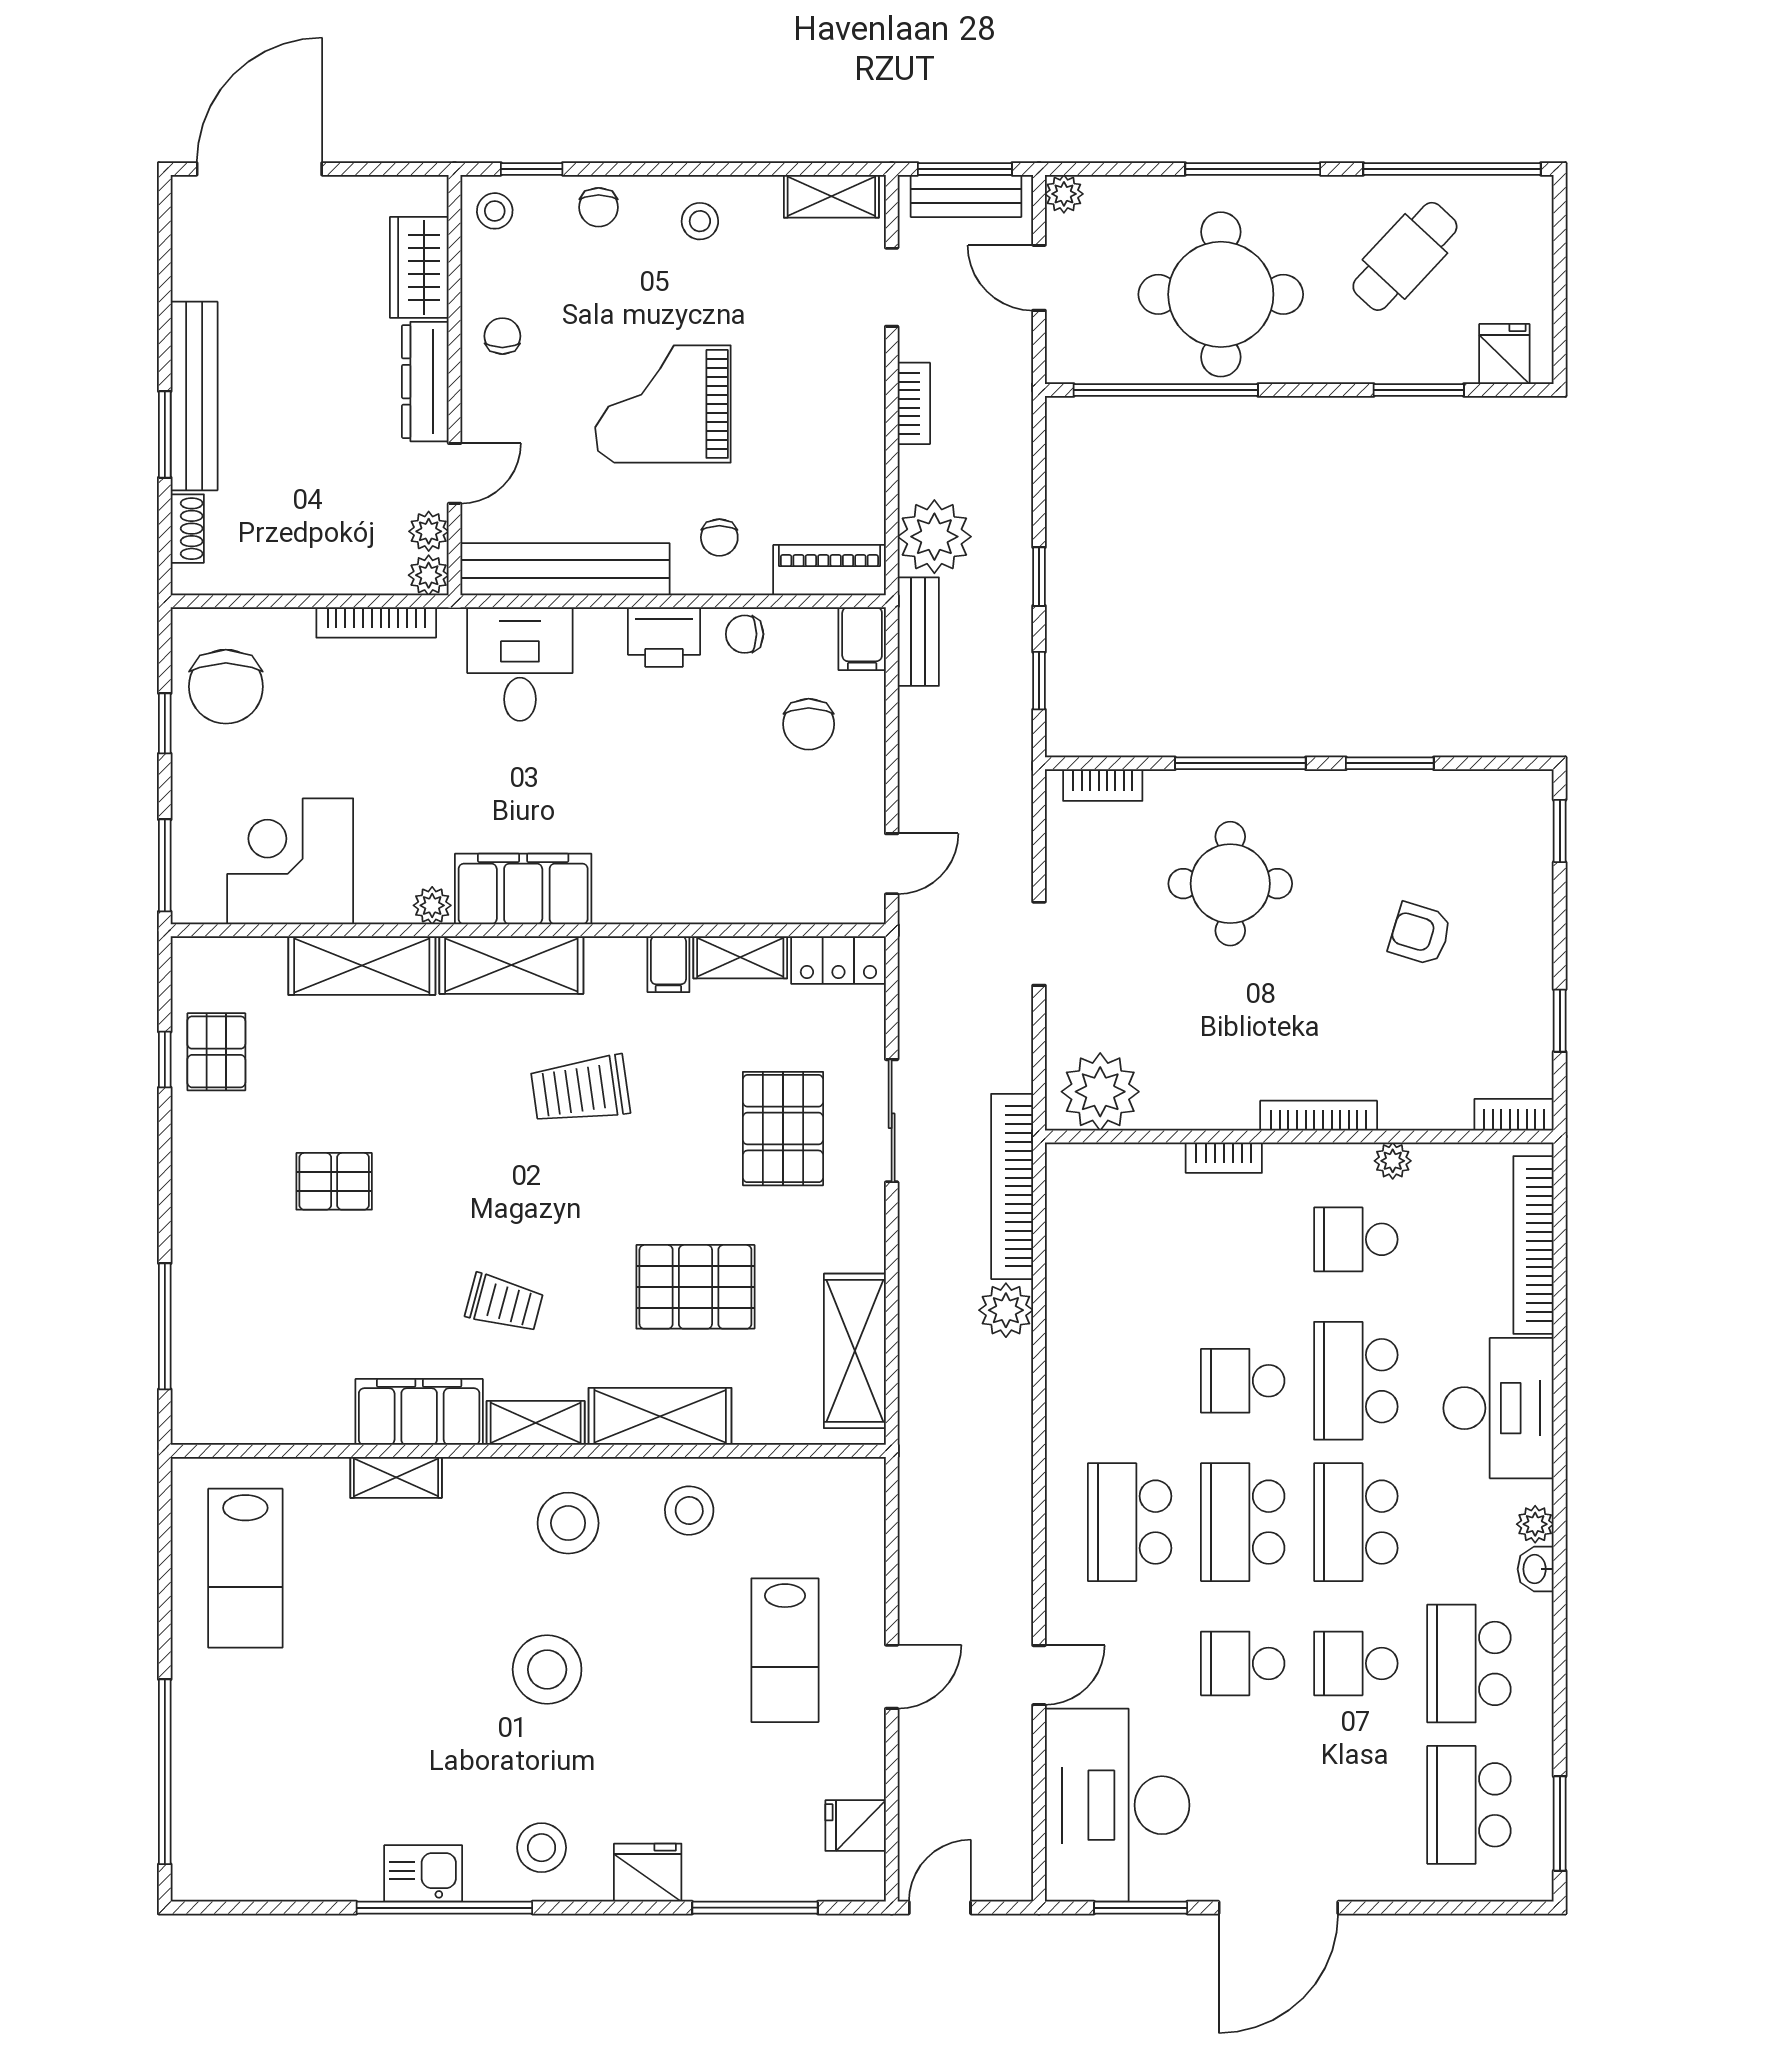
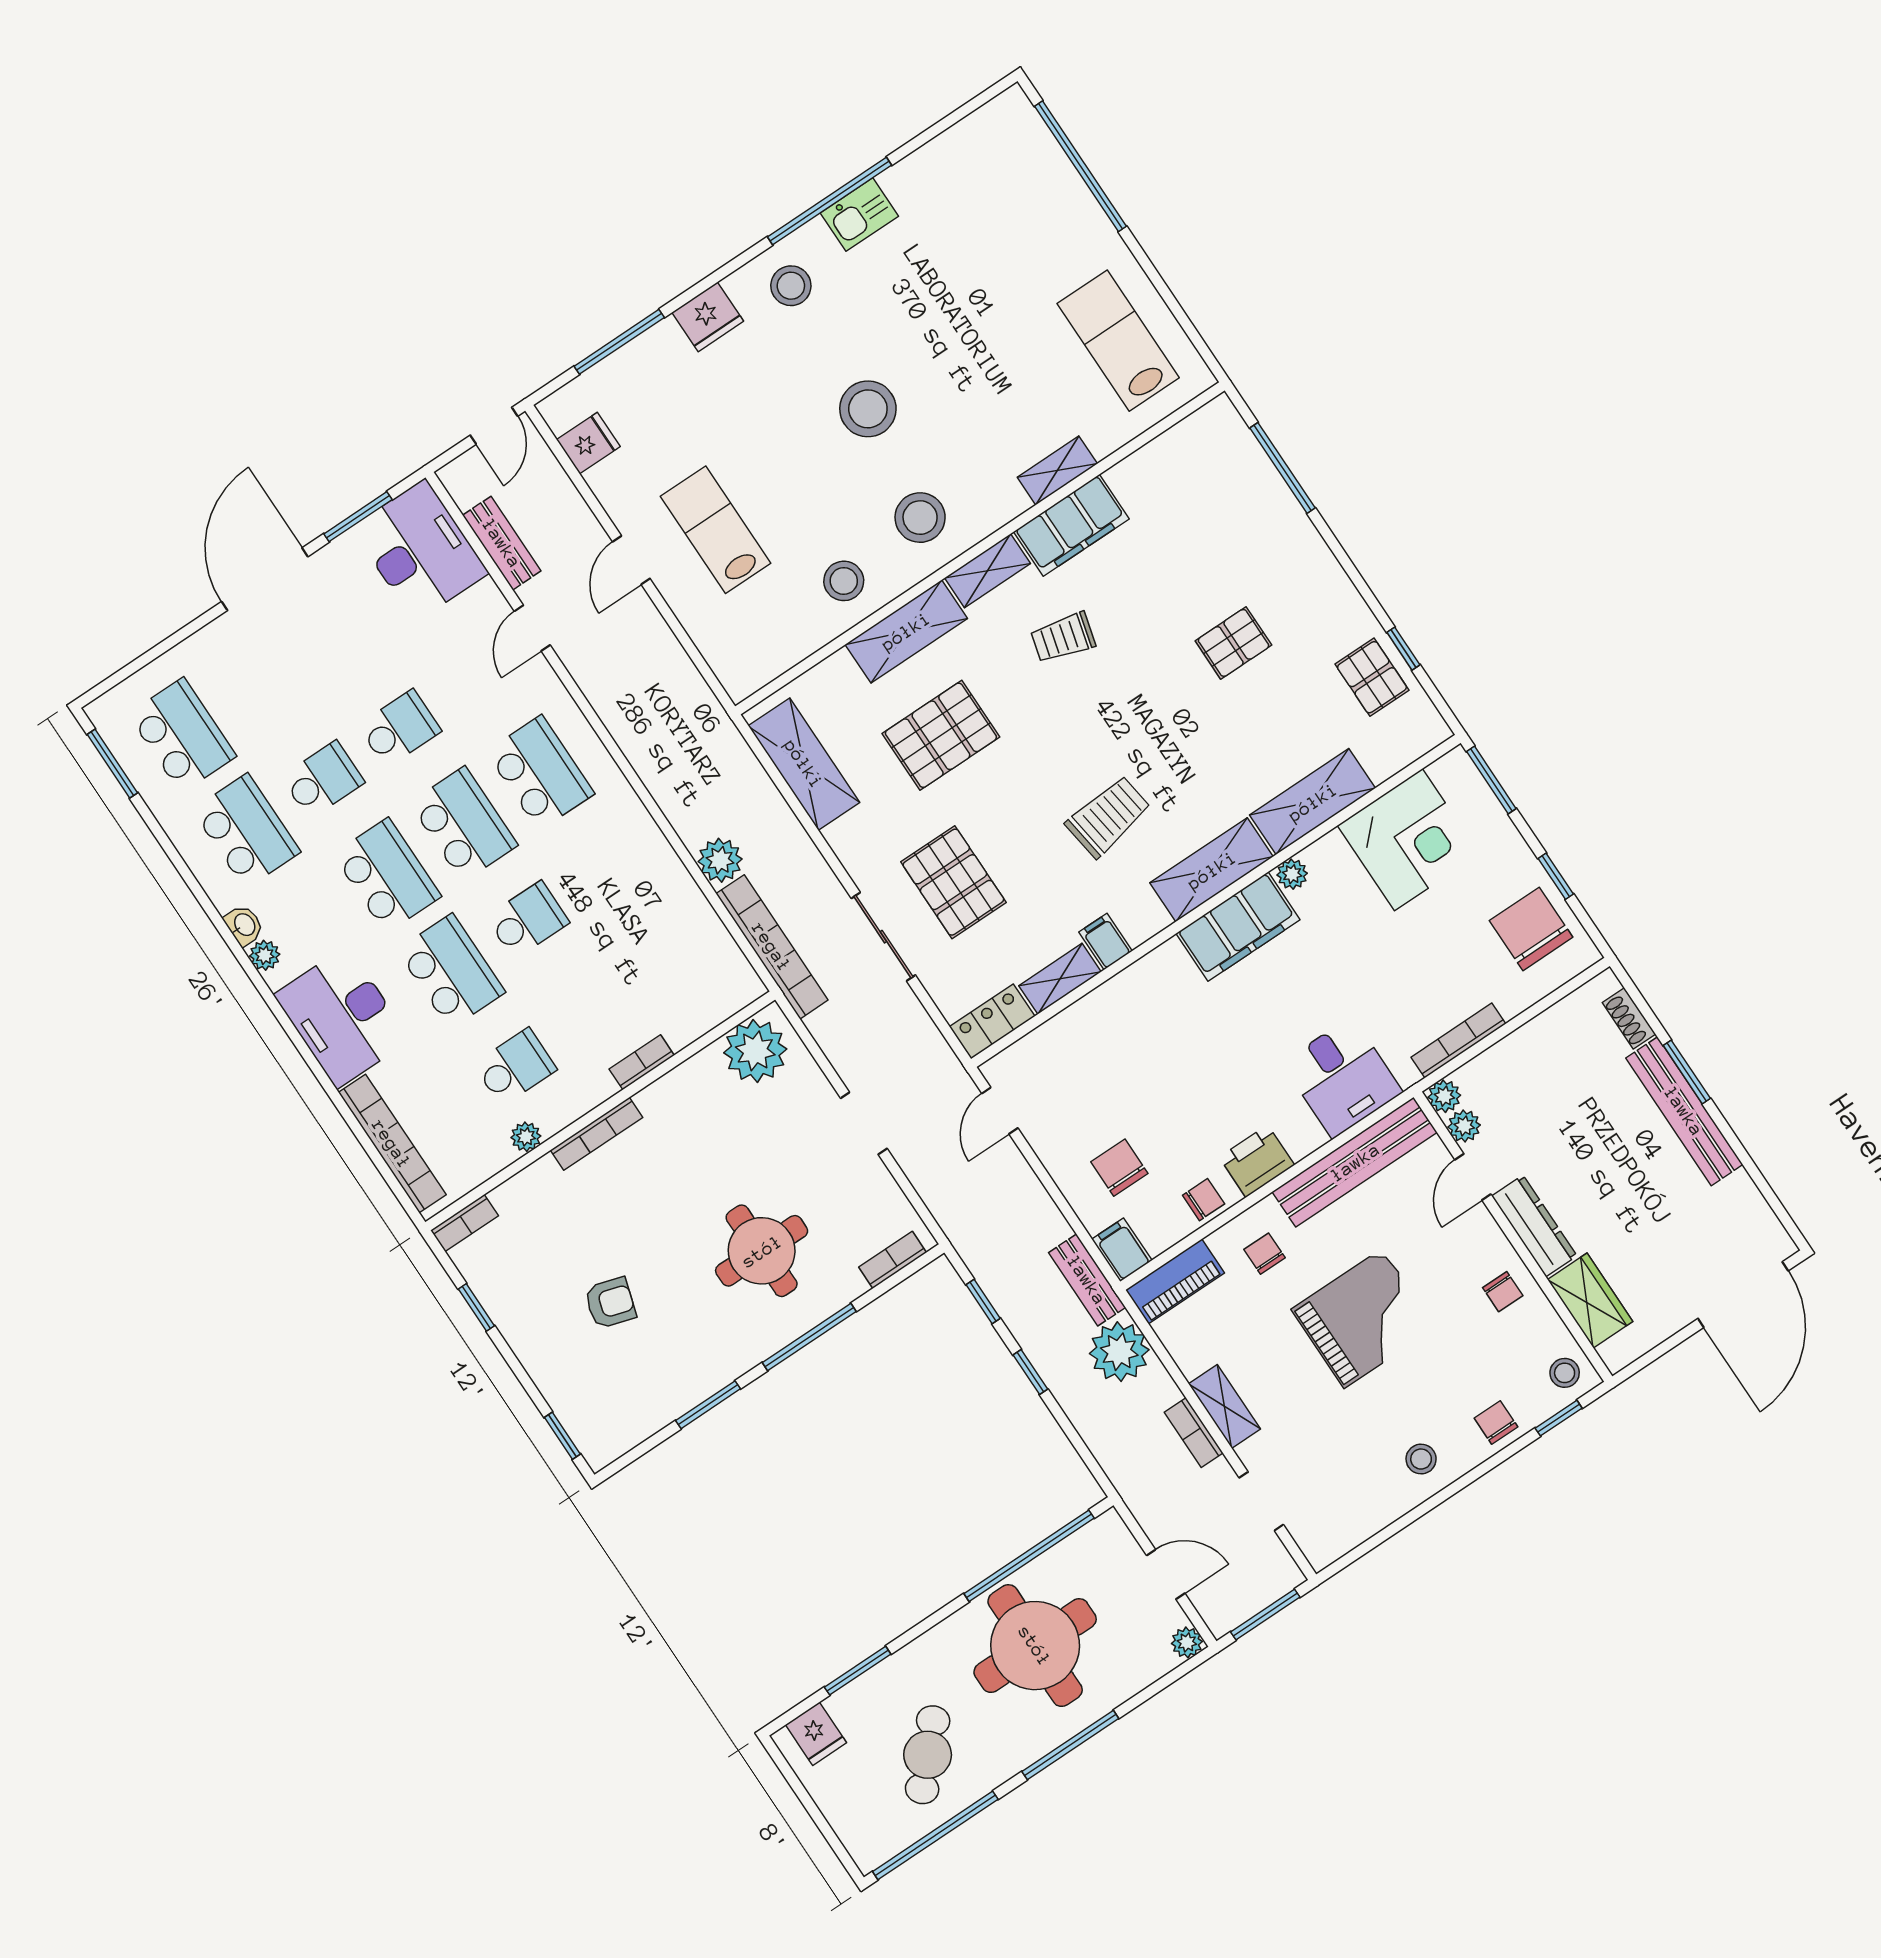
shelving: (831, 196) -> (1225, 1406), moved, turned 90
bench: (966, 196) -> (502, 543), moved, turned 90
desk: (1117, 1805) -> (420, 550), width x0.73, depth x0.77

